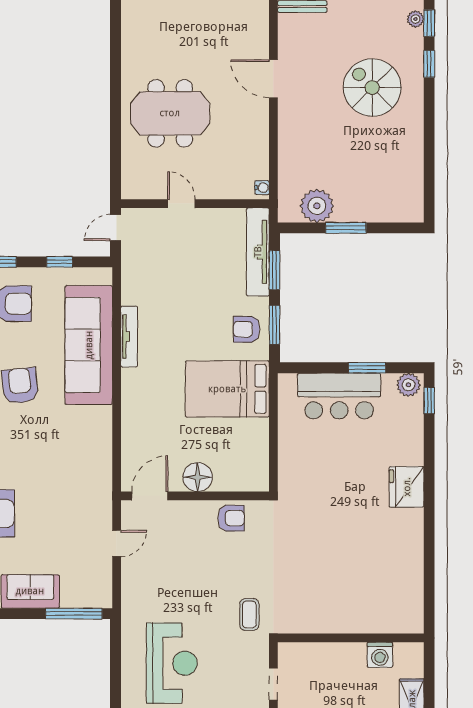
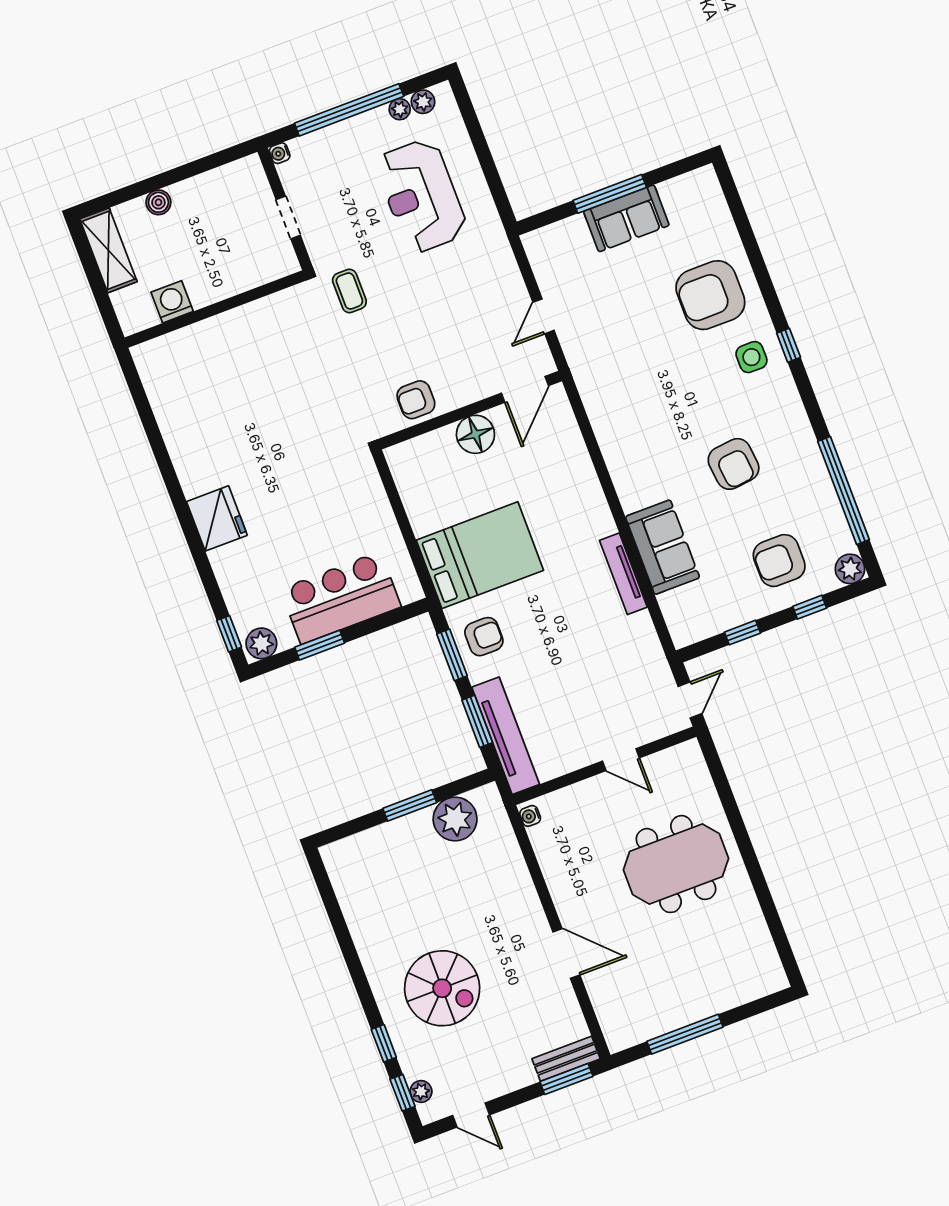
sofa: (89, 345) -> (662, 547), width x0.54, depth x0.79
window: (74, 614) -> (610, 194), moved

